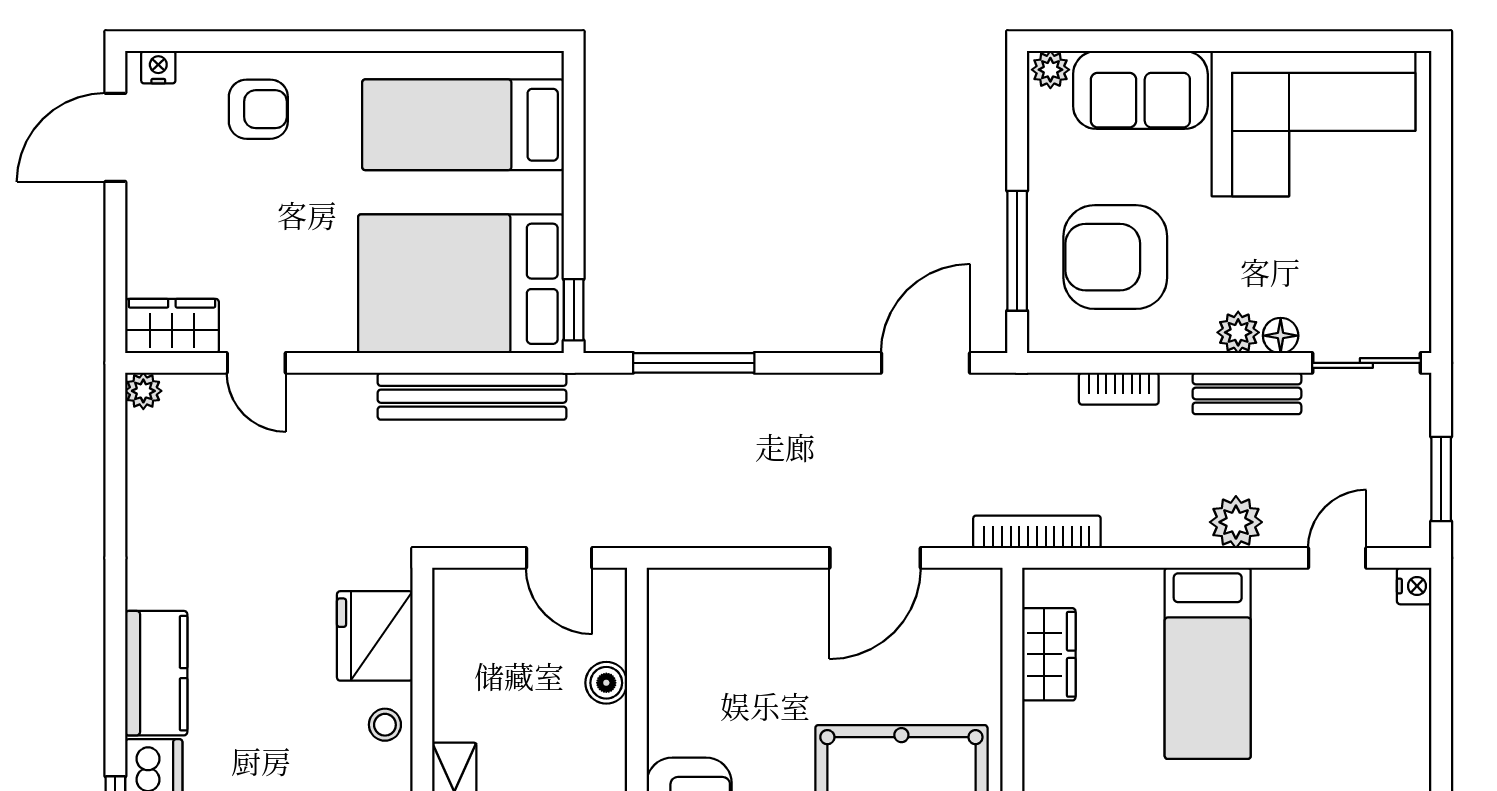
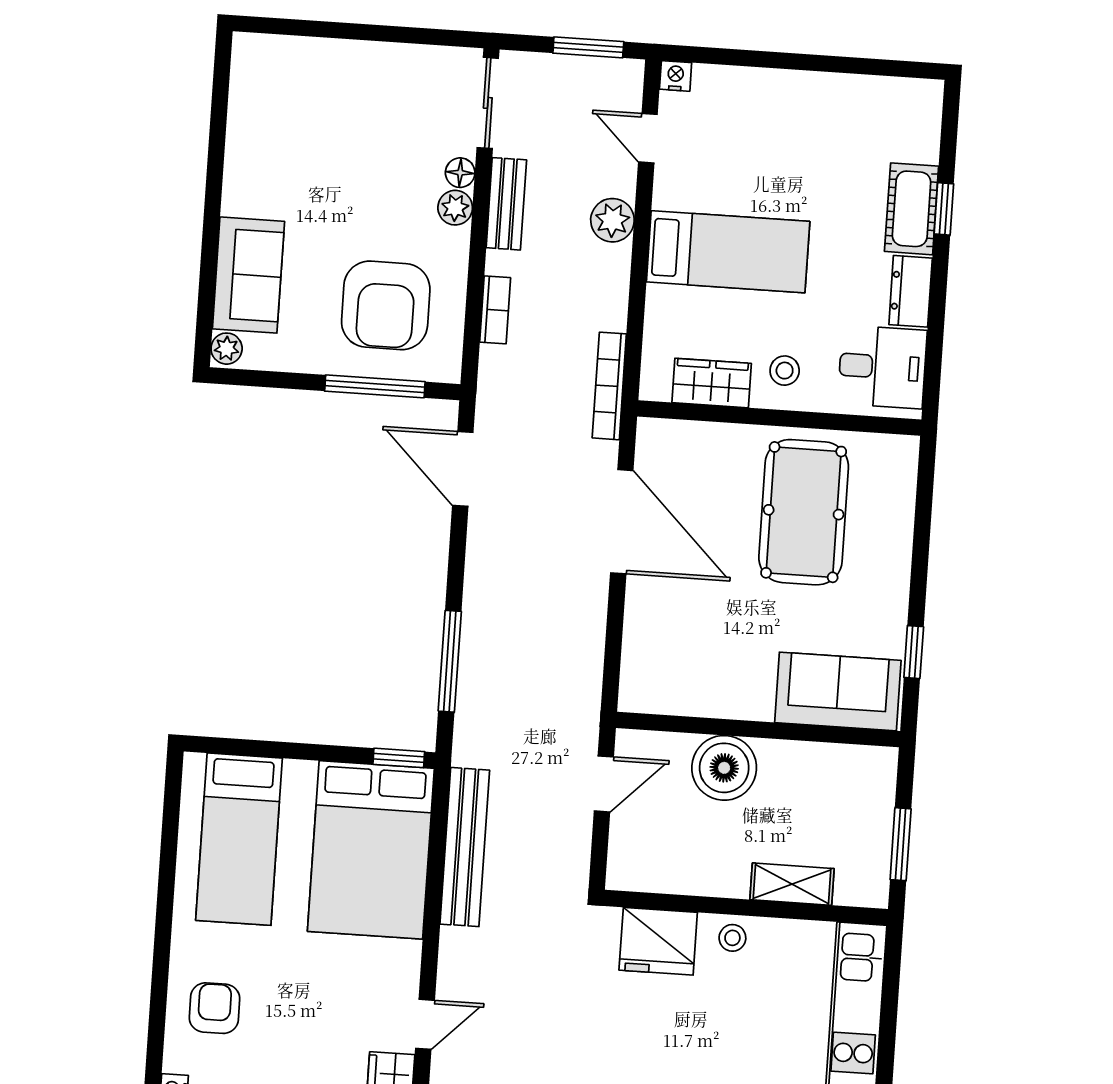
corner sofa: (1314, 124) -> (286, 133), removed
door: (875, 558) -> (622, 522), width x1.36
boiler: (606, 683) -> (724, 768), width x1.86, depth x1.86
stool: (1070, 741) -> (785, 371), added

